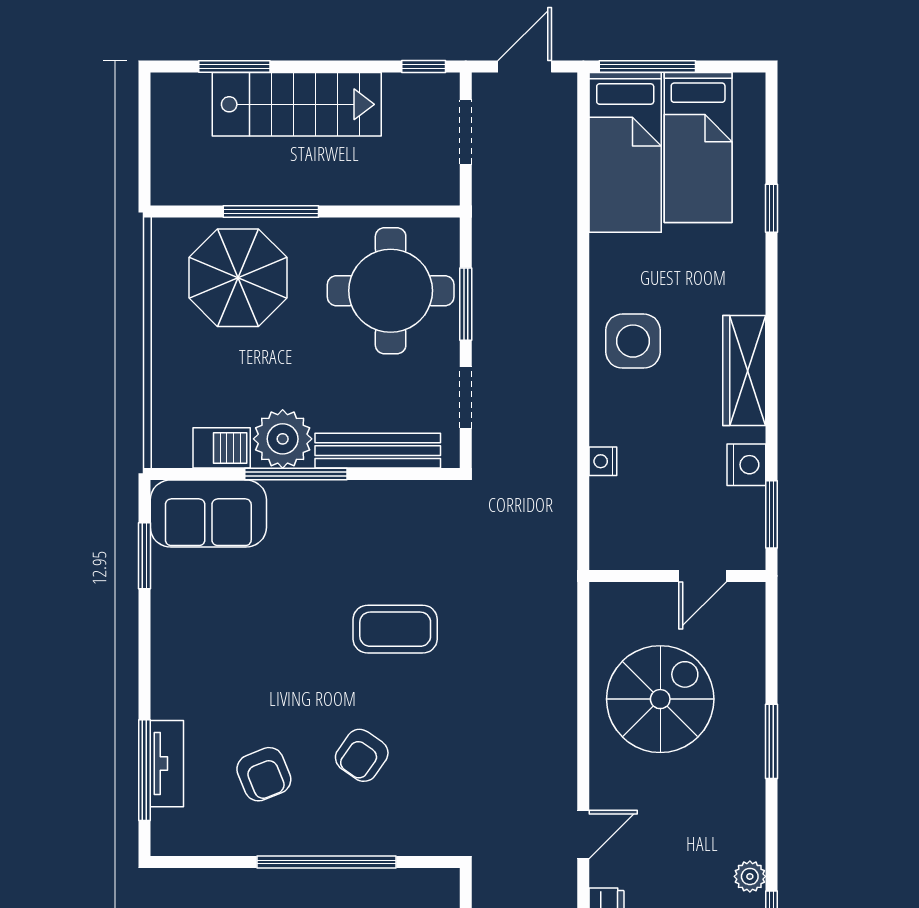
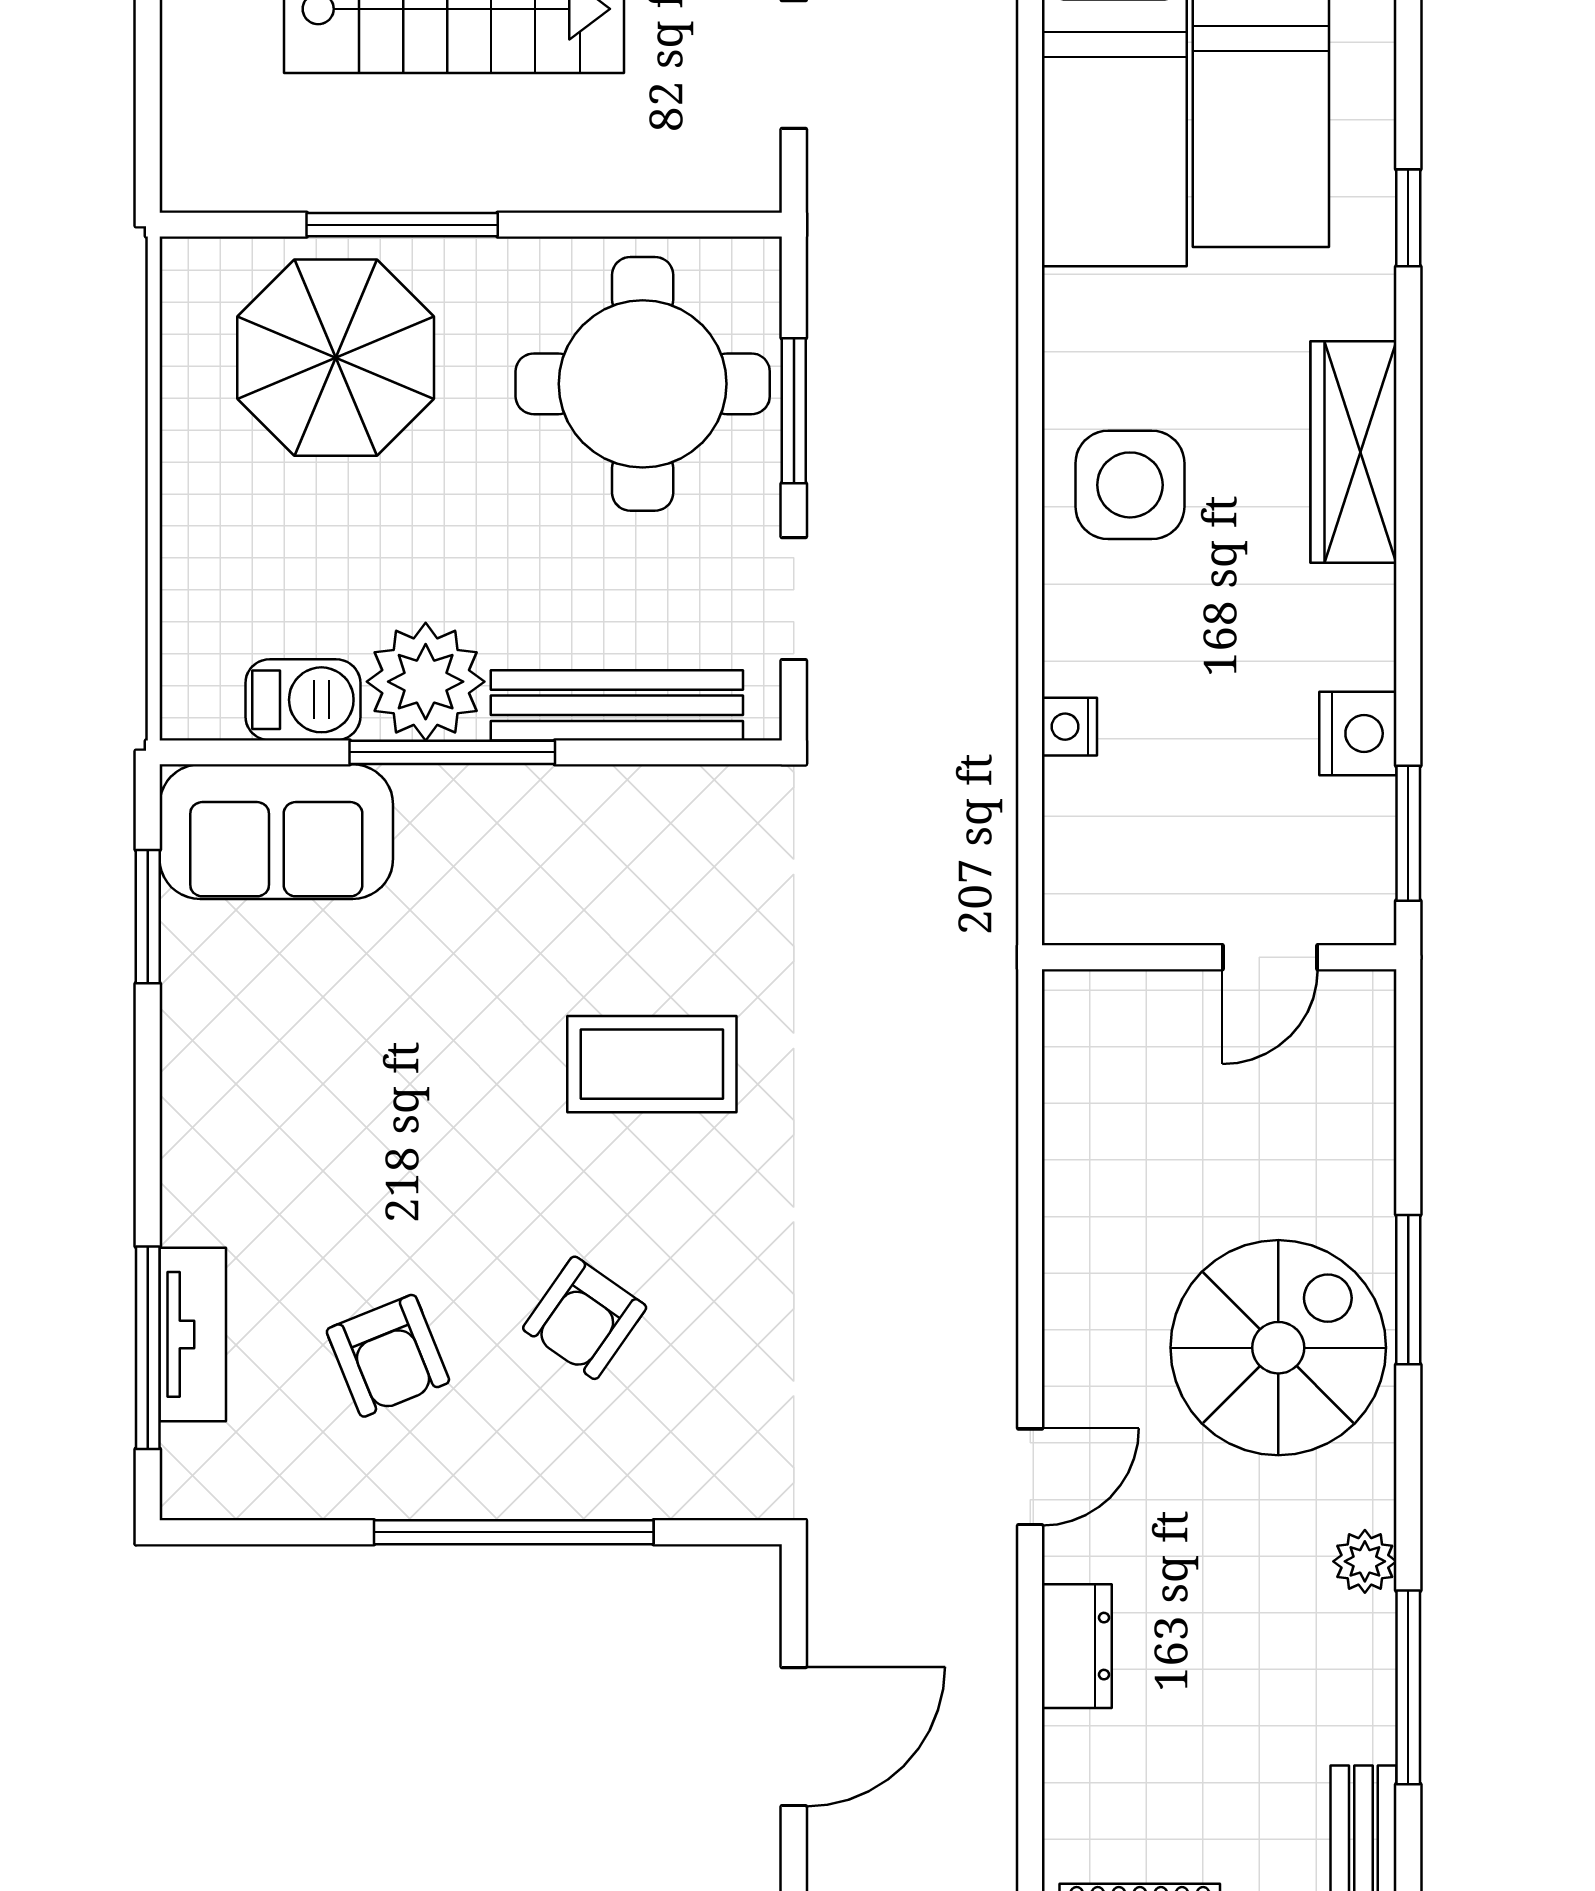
wardrobe: (744, 371) -> (1354, 452), moved
spiral stairs: (660, 699) -> (1278, 1348), moved

